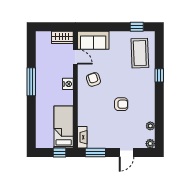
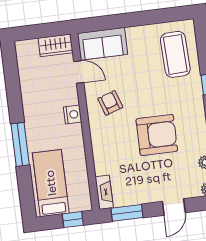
window: (137, 27) -> (166, 15), removed
window: (31, 82) -> (20, 144), moved
armchair: (121, 104) -> (157, 135), width x1.88, depth x1.88
bed: (64, 127) -> (51, 183), moved

